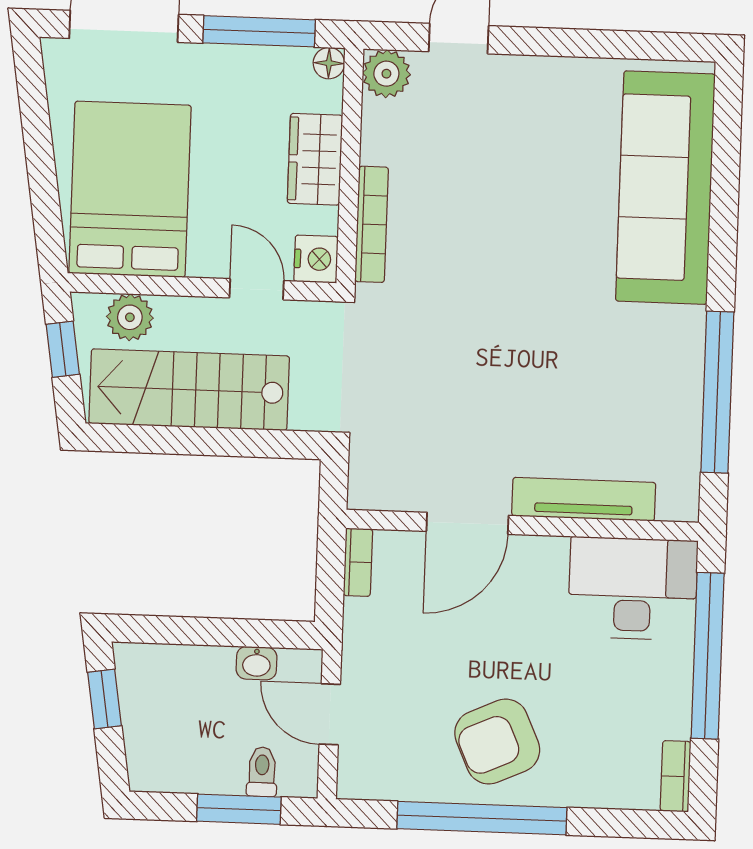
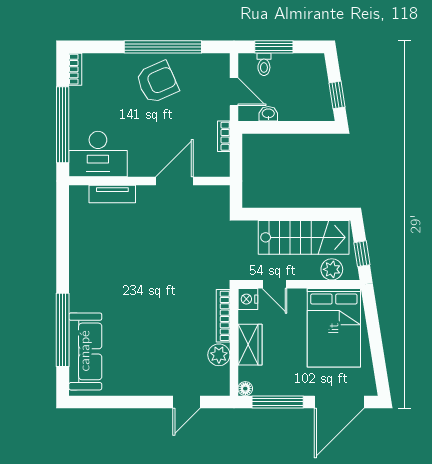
plant: (386, 74) -> (219, 355), moved
sofa: (665, 188) -> (85, 351), width x0.74, depth x0.79
window: (717, 392) -> (63, 330), moved
tv unit: (584, 499) -> (112, 194), width x0.71
bookcase: (358, 562) -> (224, 136), moved

